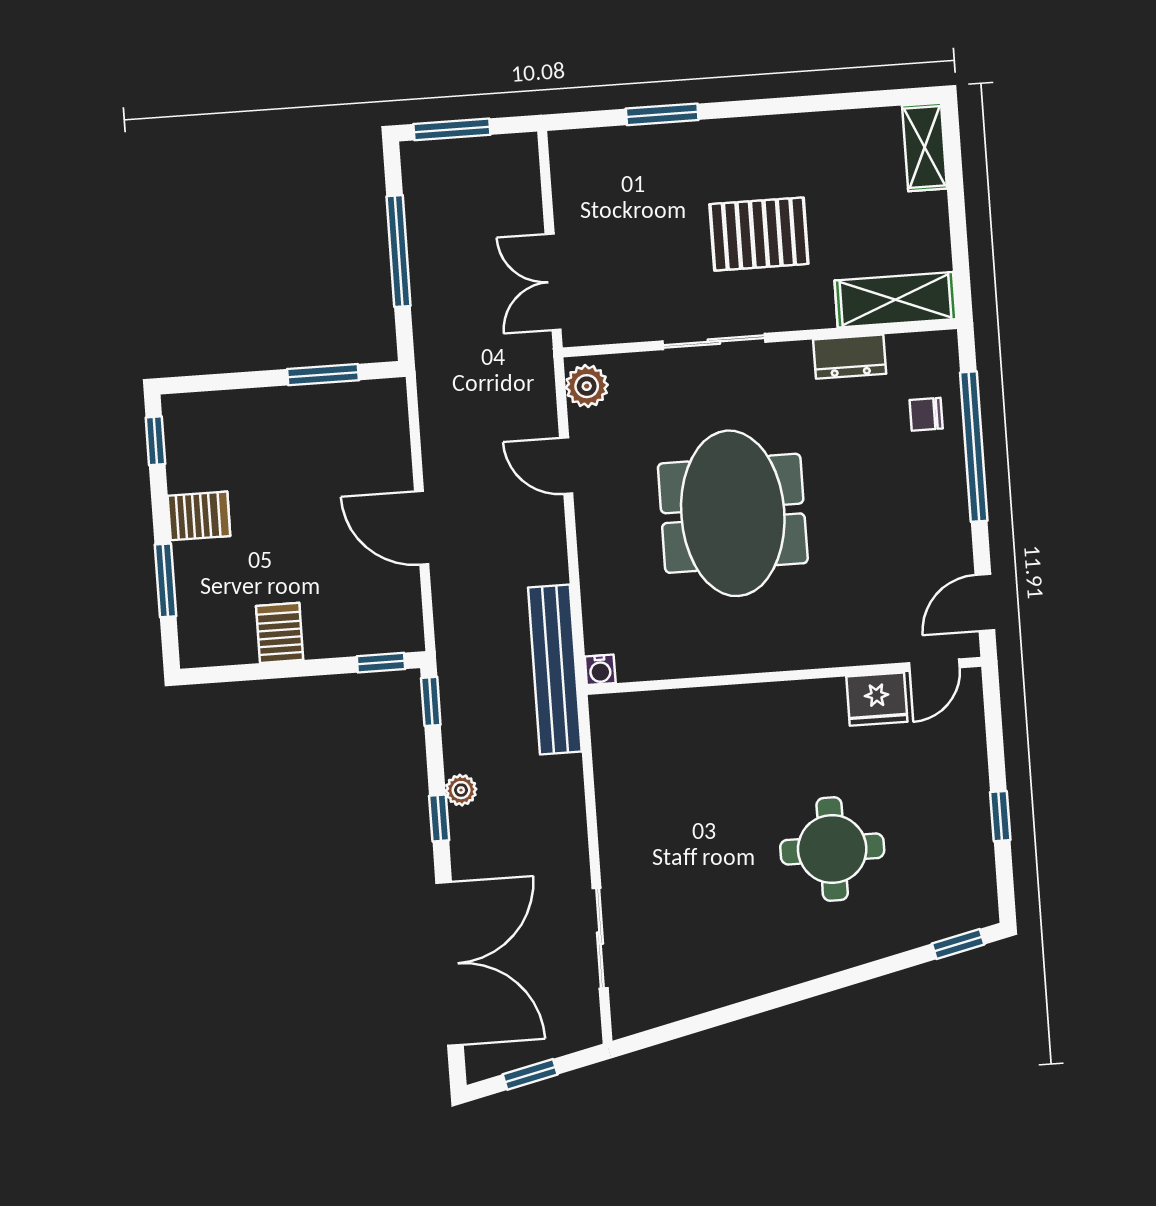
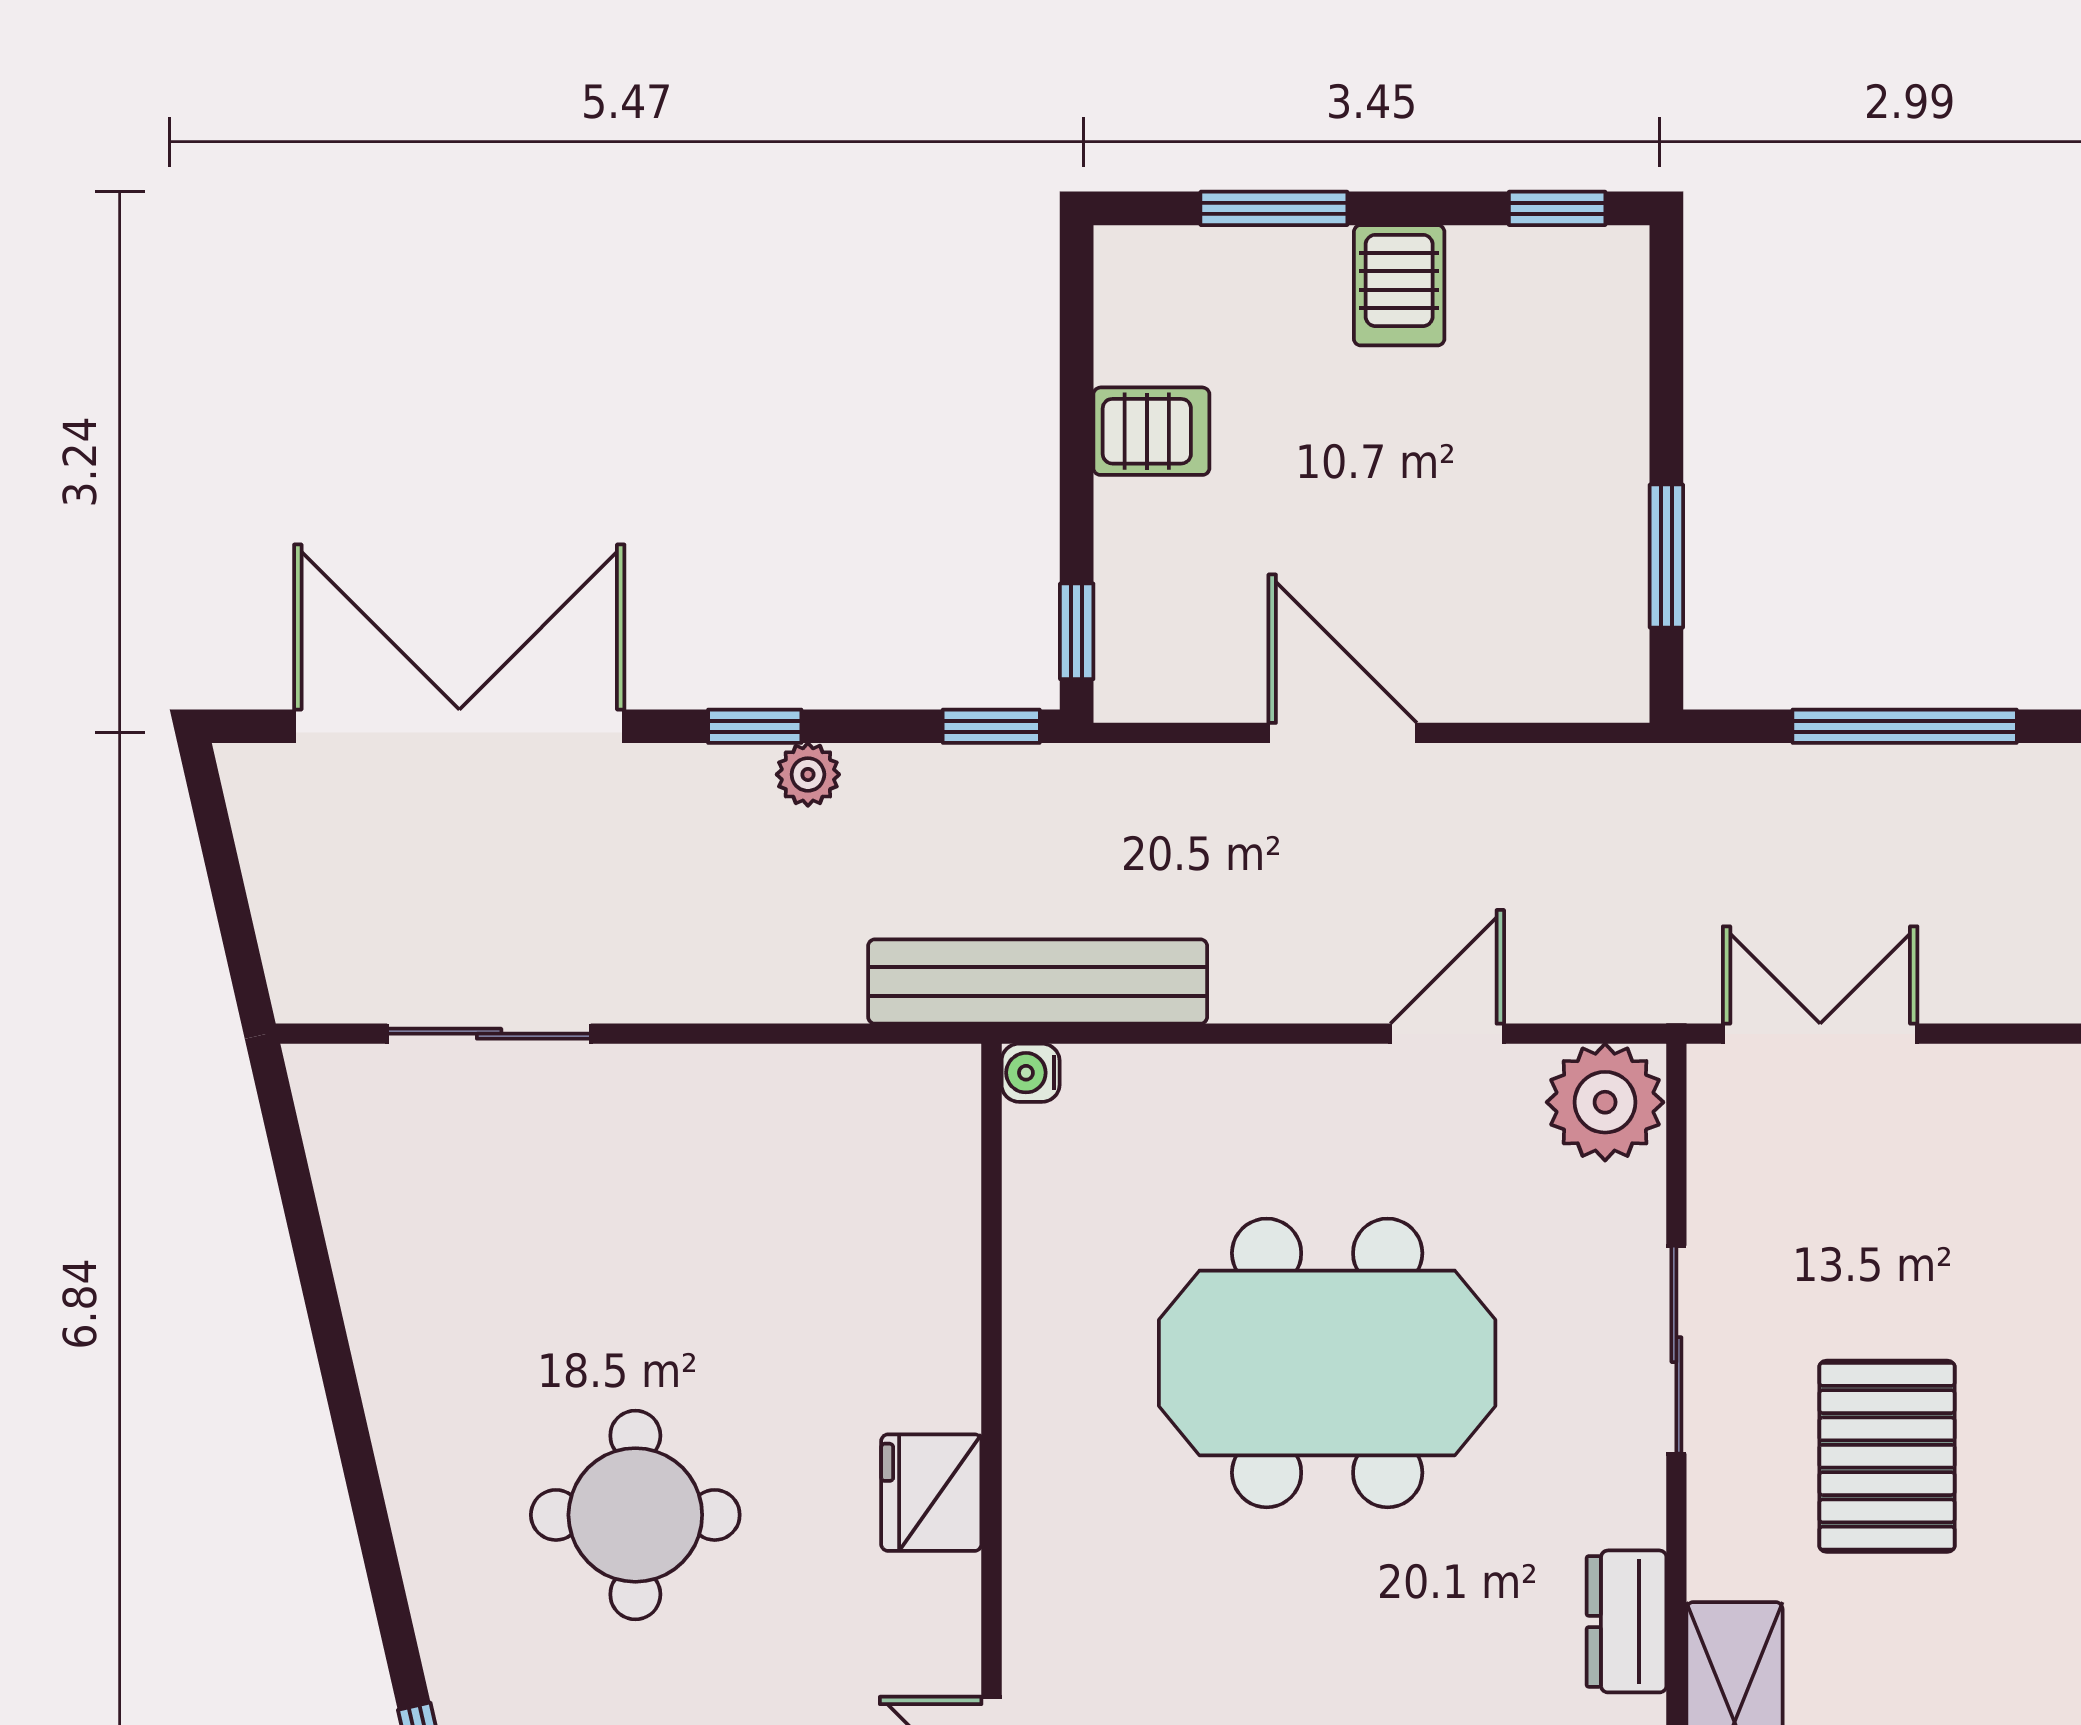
plant: (587, 386) -> (1605, 1102), width x1.36, depth x1.36
door: (422, 528) -> (1343, 733), hinge flipped
fridge: (877, 699) -> (931, 1493), moved
double door: (450, 964) -> (459, 726), swing flipped
window: (530, 1074) -> (224, 873), removed

